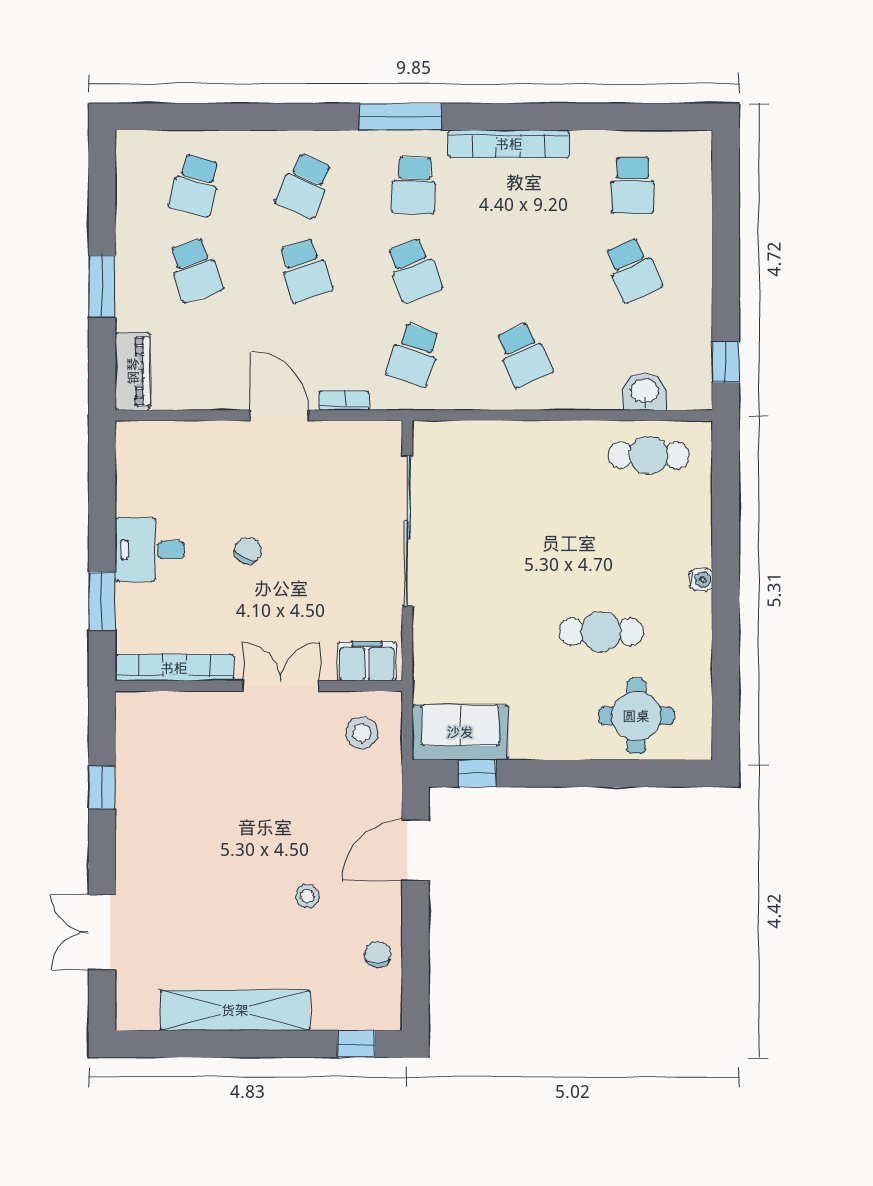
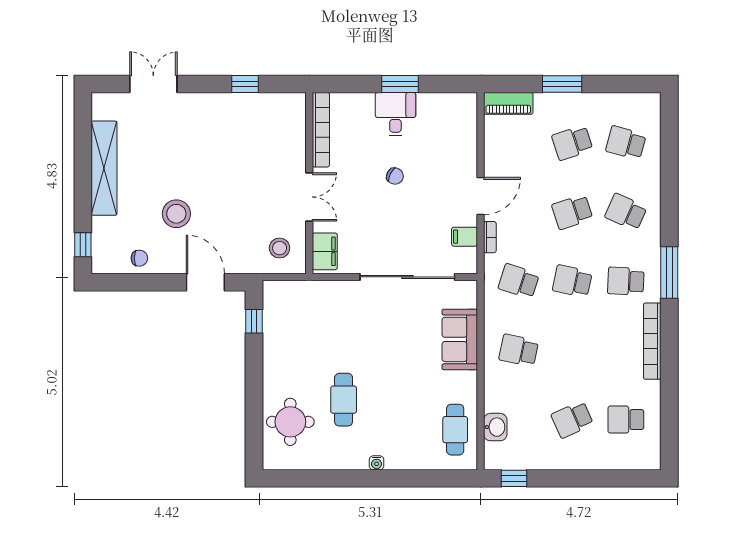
school desk: (414, 270) -> (572, 281), turned 33
school desk: (523, 355) -> (519, 350), turned 36
filing cabinet: (344, 441) -> (464, 237), added
window: (102, 601) -> (400, 84), moved
sofa: (460, 732) -> (460, 339), moved, turned 180
stool: (307, 896) -> (176, 214), width x1.89, depth x1.89

